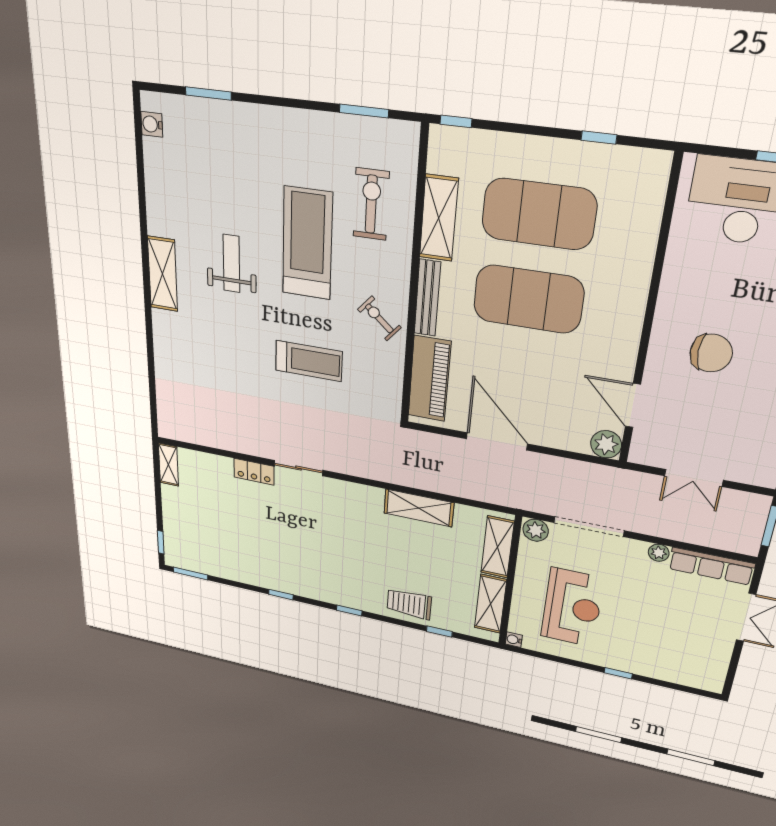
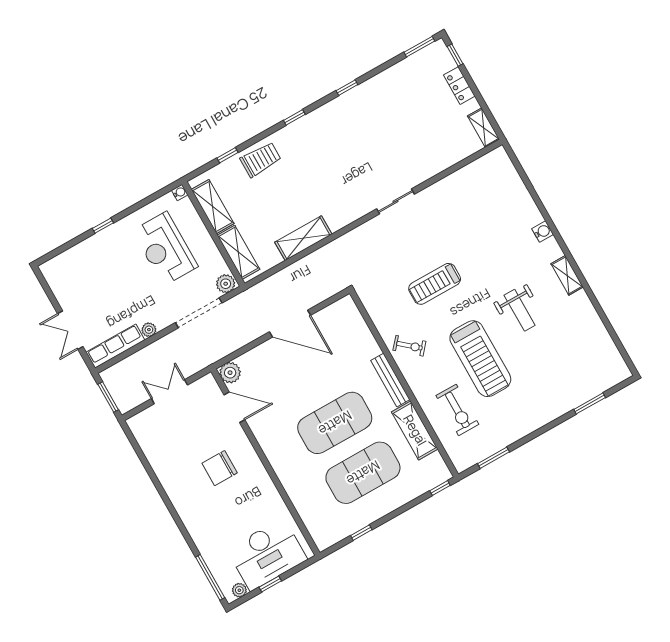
water cooler: (152, 124) -> (543, 232), moved
shelving: (163, 274) -> (567, 275), width x0.67, depth x0.75
piano: (429, 379) -> (356, 331), removed
locker: (254, 472) -> (459, 86), moved, turned -90

